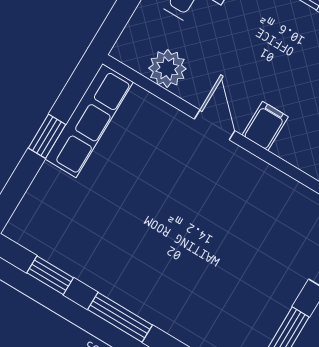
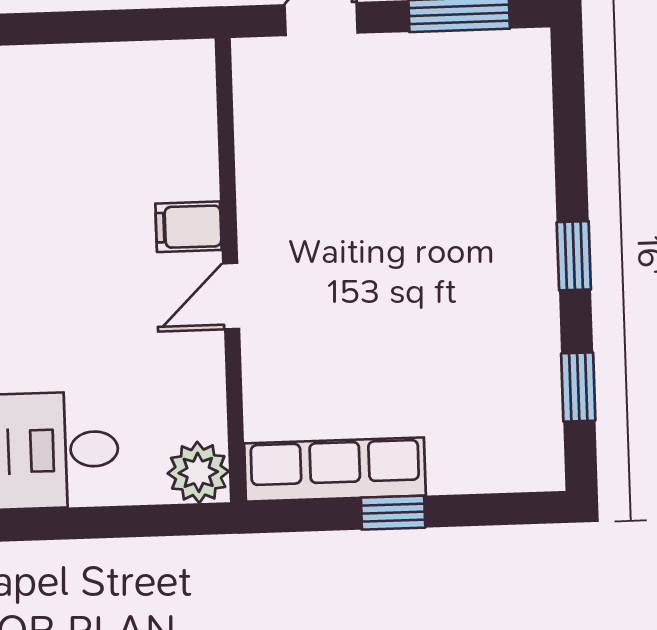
plant: (167, 68) -> (198, 472), moved
window: (120, 317) -> (574, 256), width x0.67

